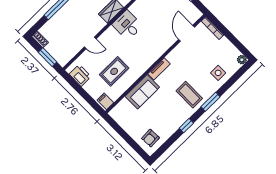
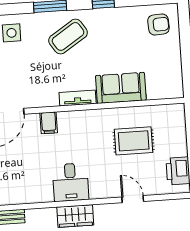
coffee table: (189, 95) -> (68, 36), turned 57
filing cabinet: (105, 101) -> (49, 123), moved

